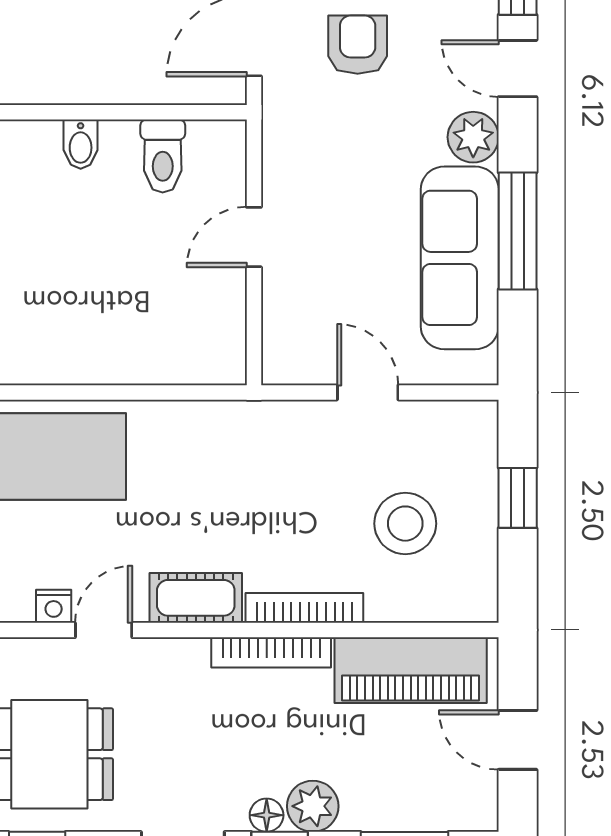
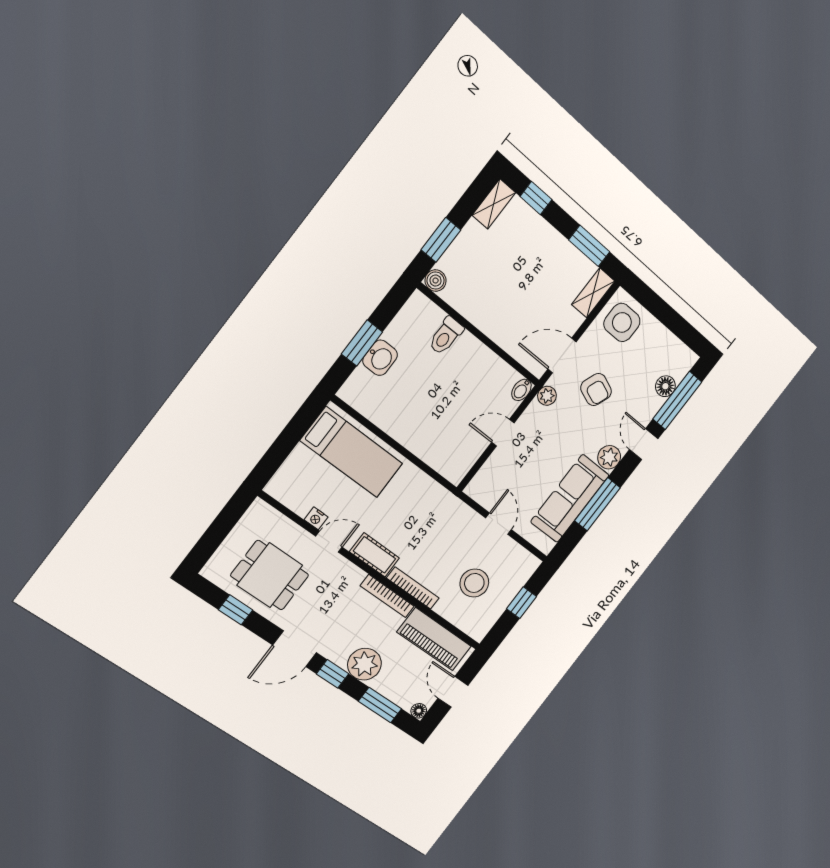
armchair: (358, 45) -> (596, 390), turned 111
plant: (281, 120) -> (547, 396), added
bidet: (81, 144) -> (521, 390), moved
toilet: (163, 156) -> (446, 336), moved
plant: (313, 806) -> (365, 664), width x1.36, depth x1.36
floor lamp: (267, 815) -> (419, 711), moved

